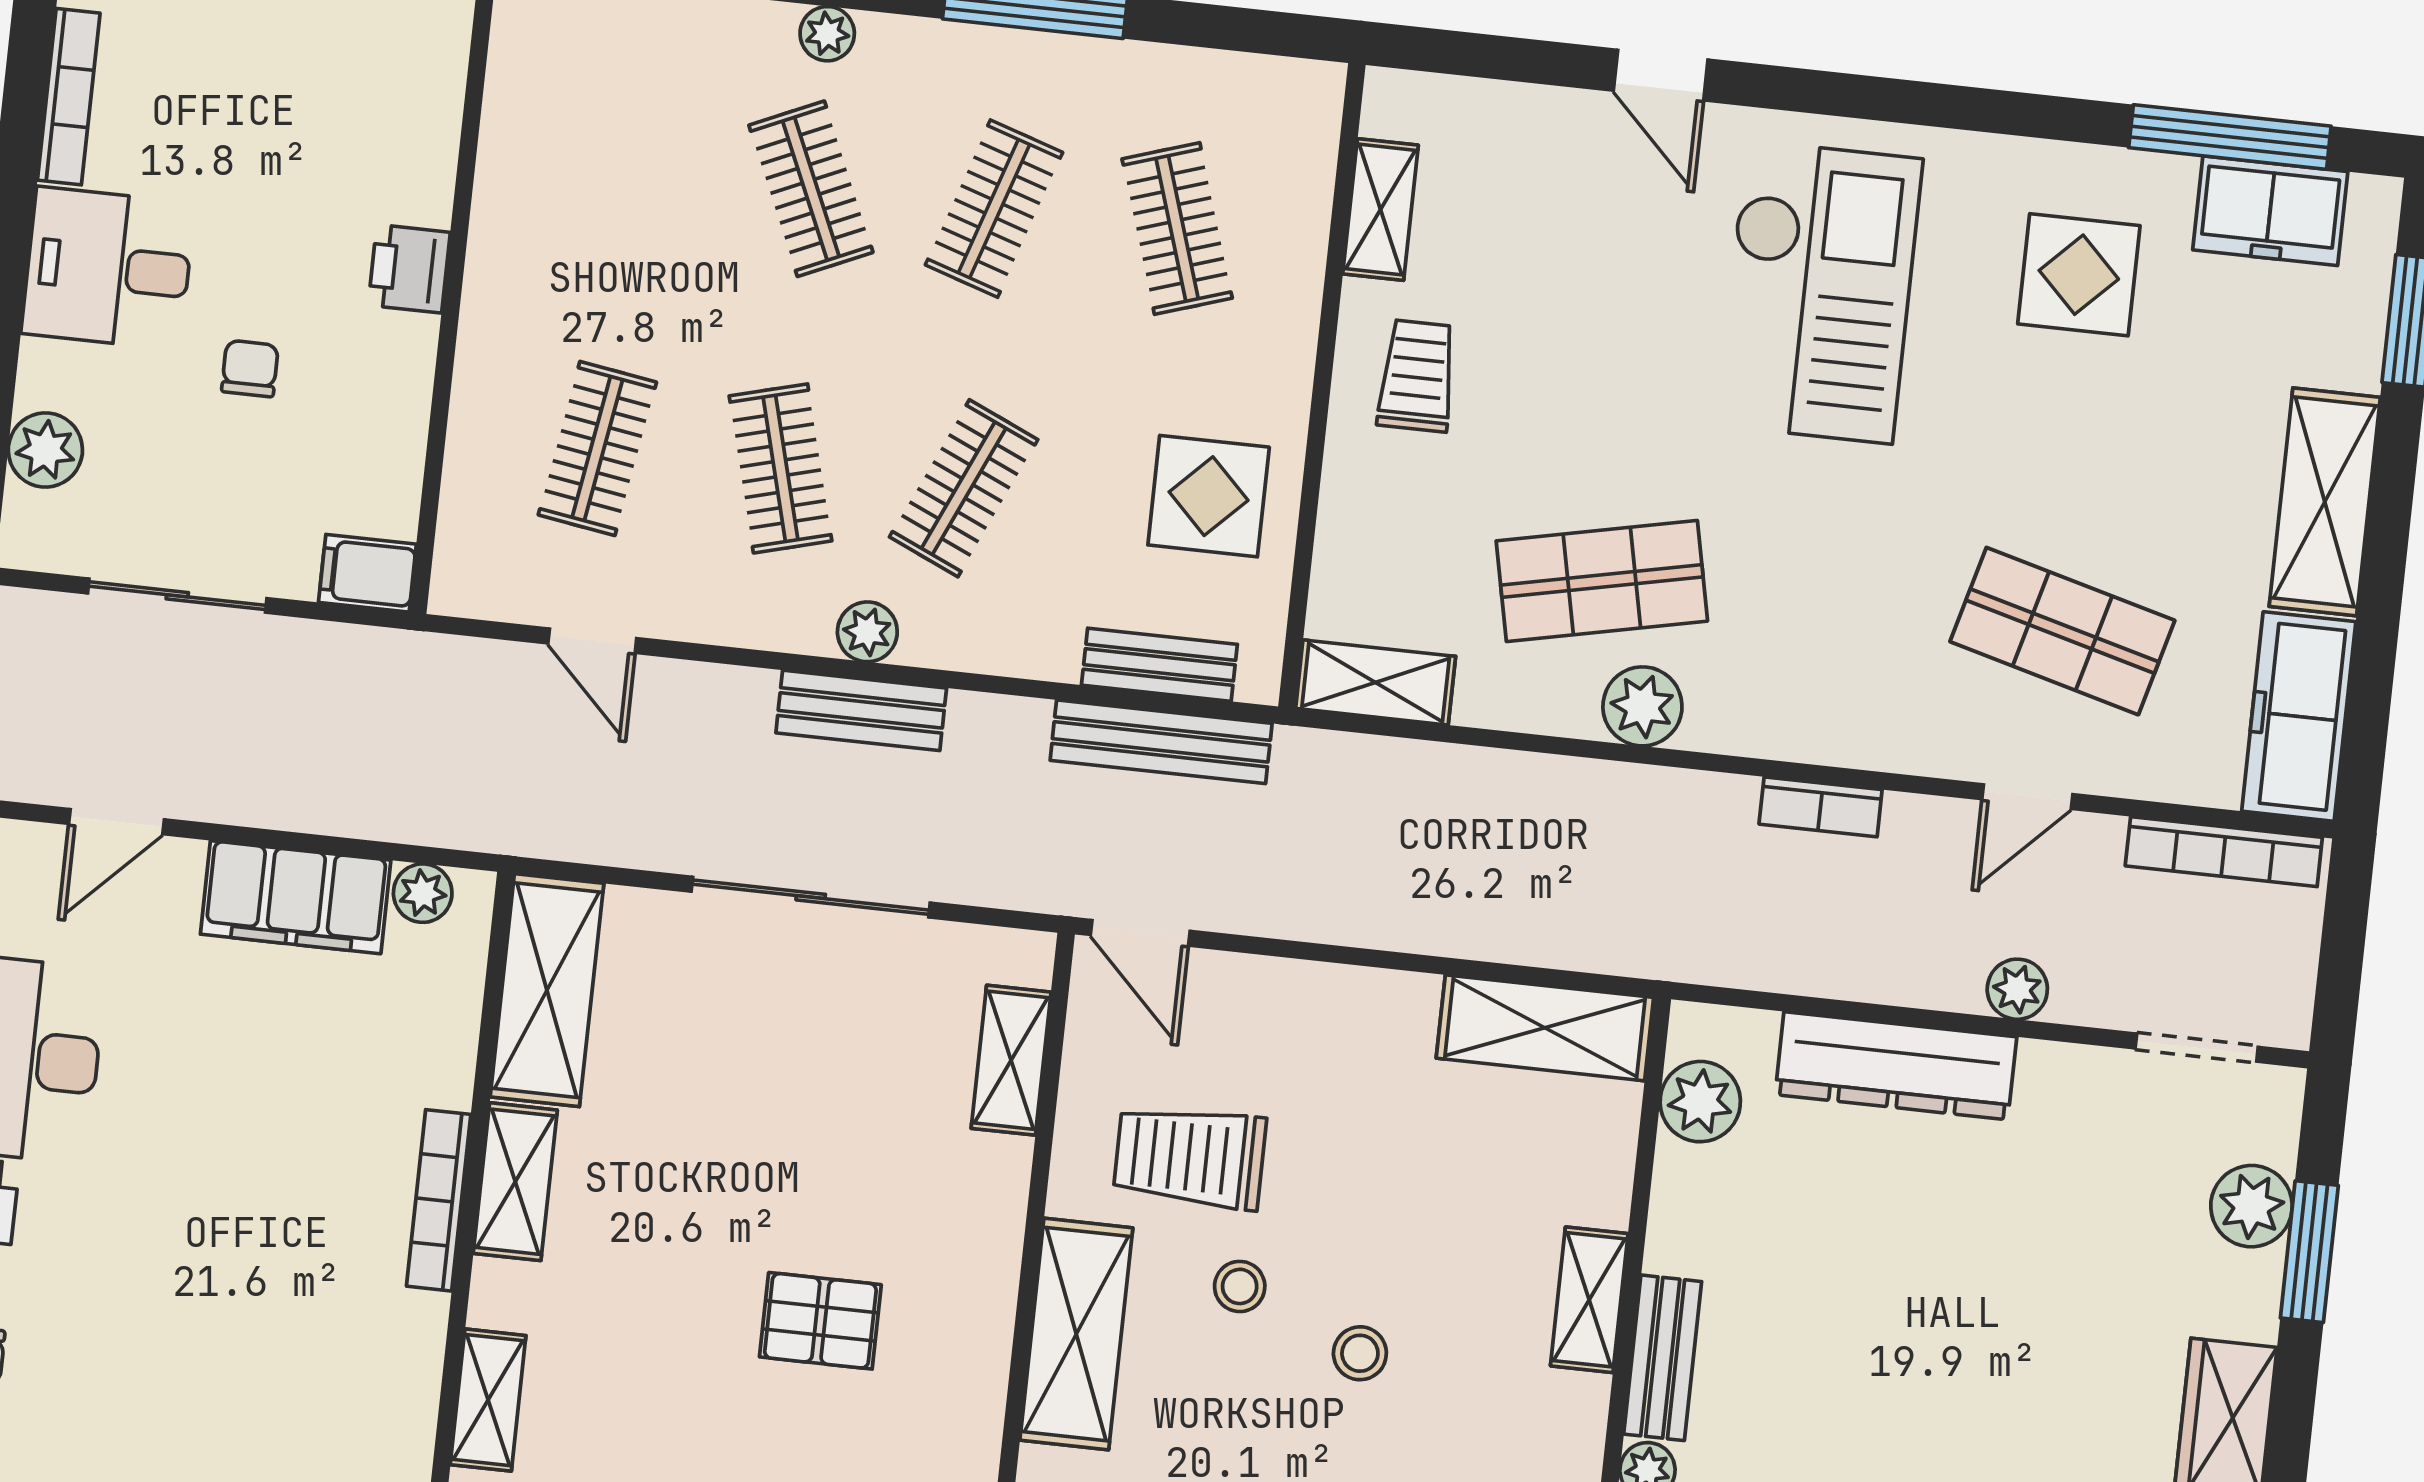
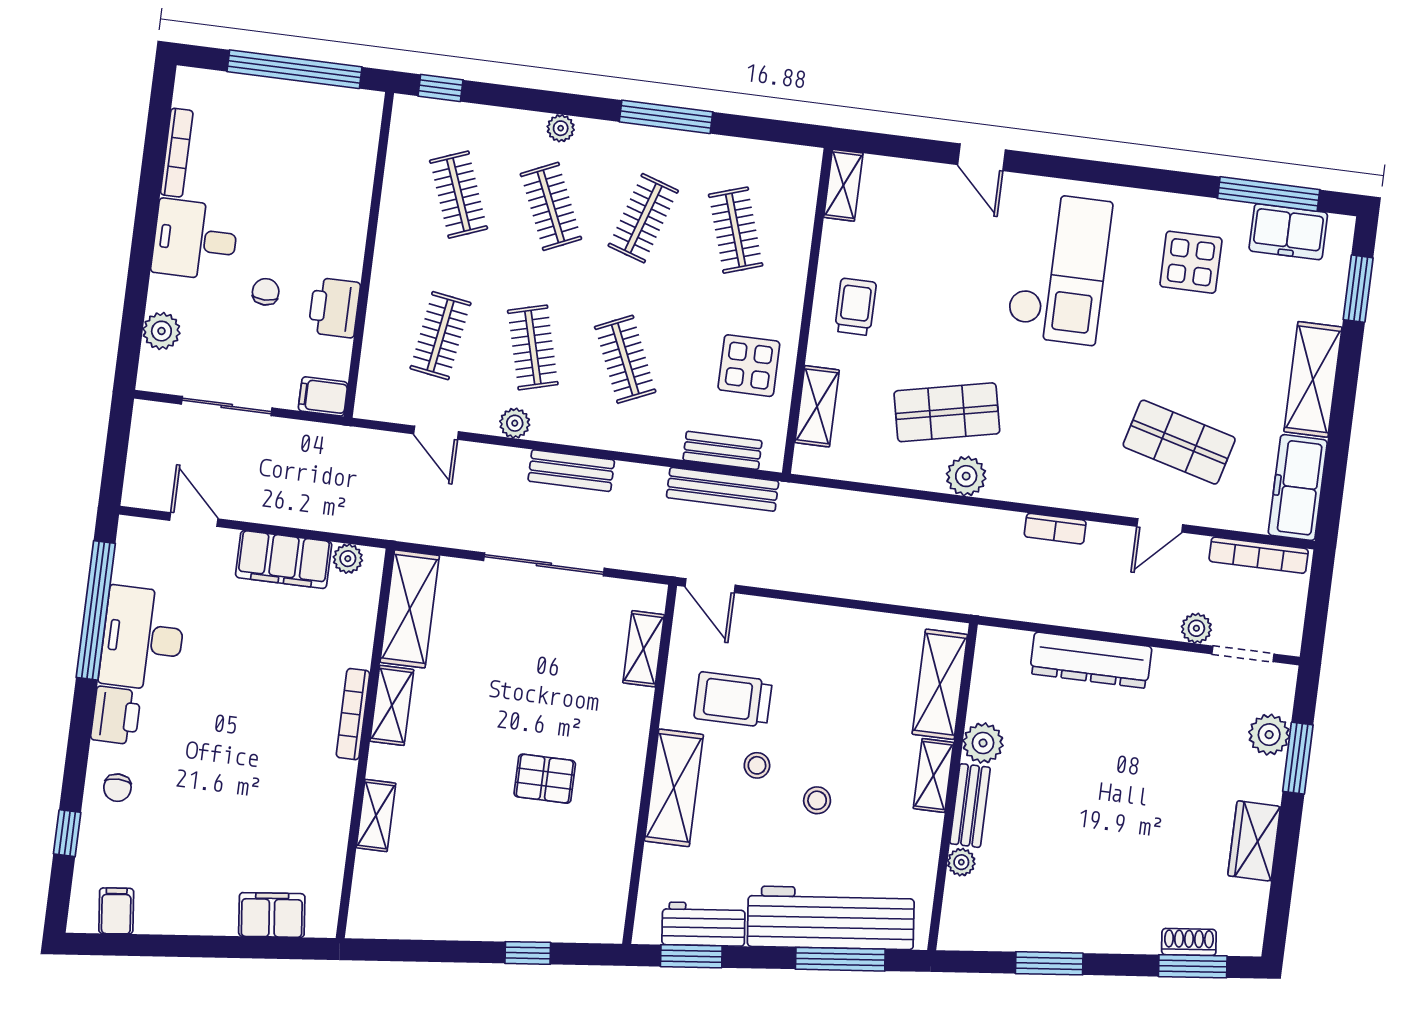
clothes rail: (628, 169) -> (459, 195), added
shelving: (1380, 209) -> (843, 185), moved
printer: (409, 269) -> (334, 308), moved, width x1.36, depth x1.24
clothes rail: (964, 488) -> (625, 359), turned -48
plant: (867, 632) -> (515, 423), moved
shelving: (1376, 682) -> (817, 406), moved, turned 90
door: (116, 822) -> (194, 520), swing flipped
plant: (2017, 989) -> (1196, 628), moved
shelving: (1545, 1028) -> (940, 684), moved, turned 90
plant: (1700, 1102) -> (983, 743), moved

